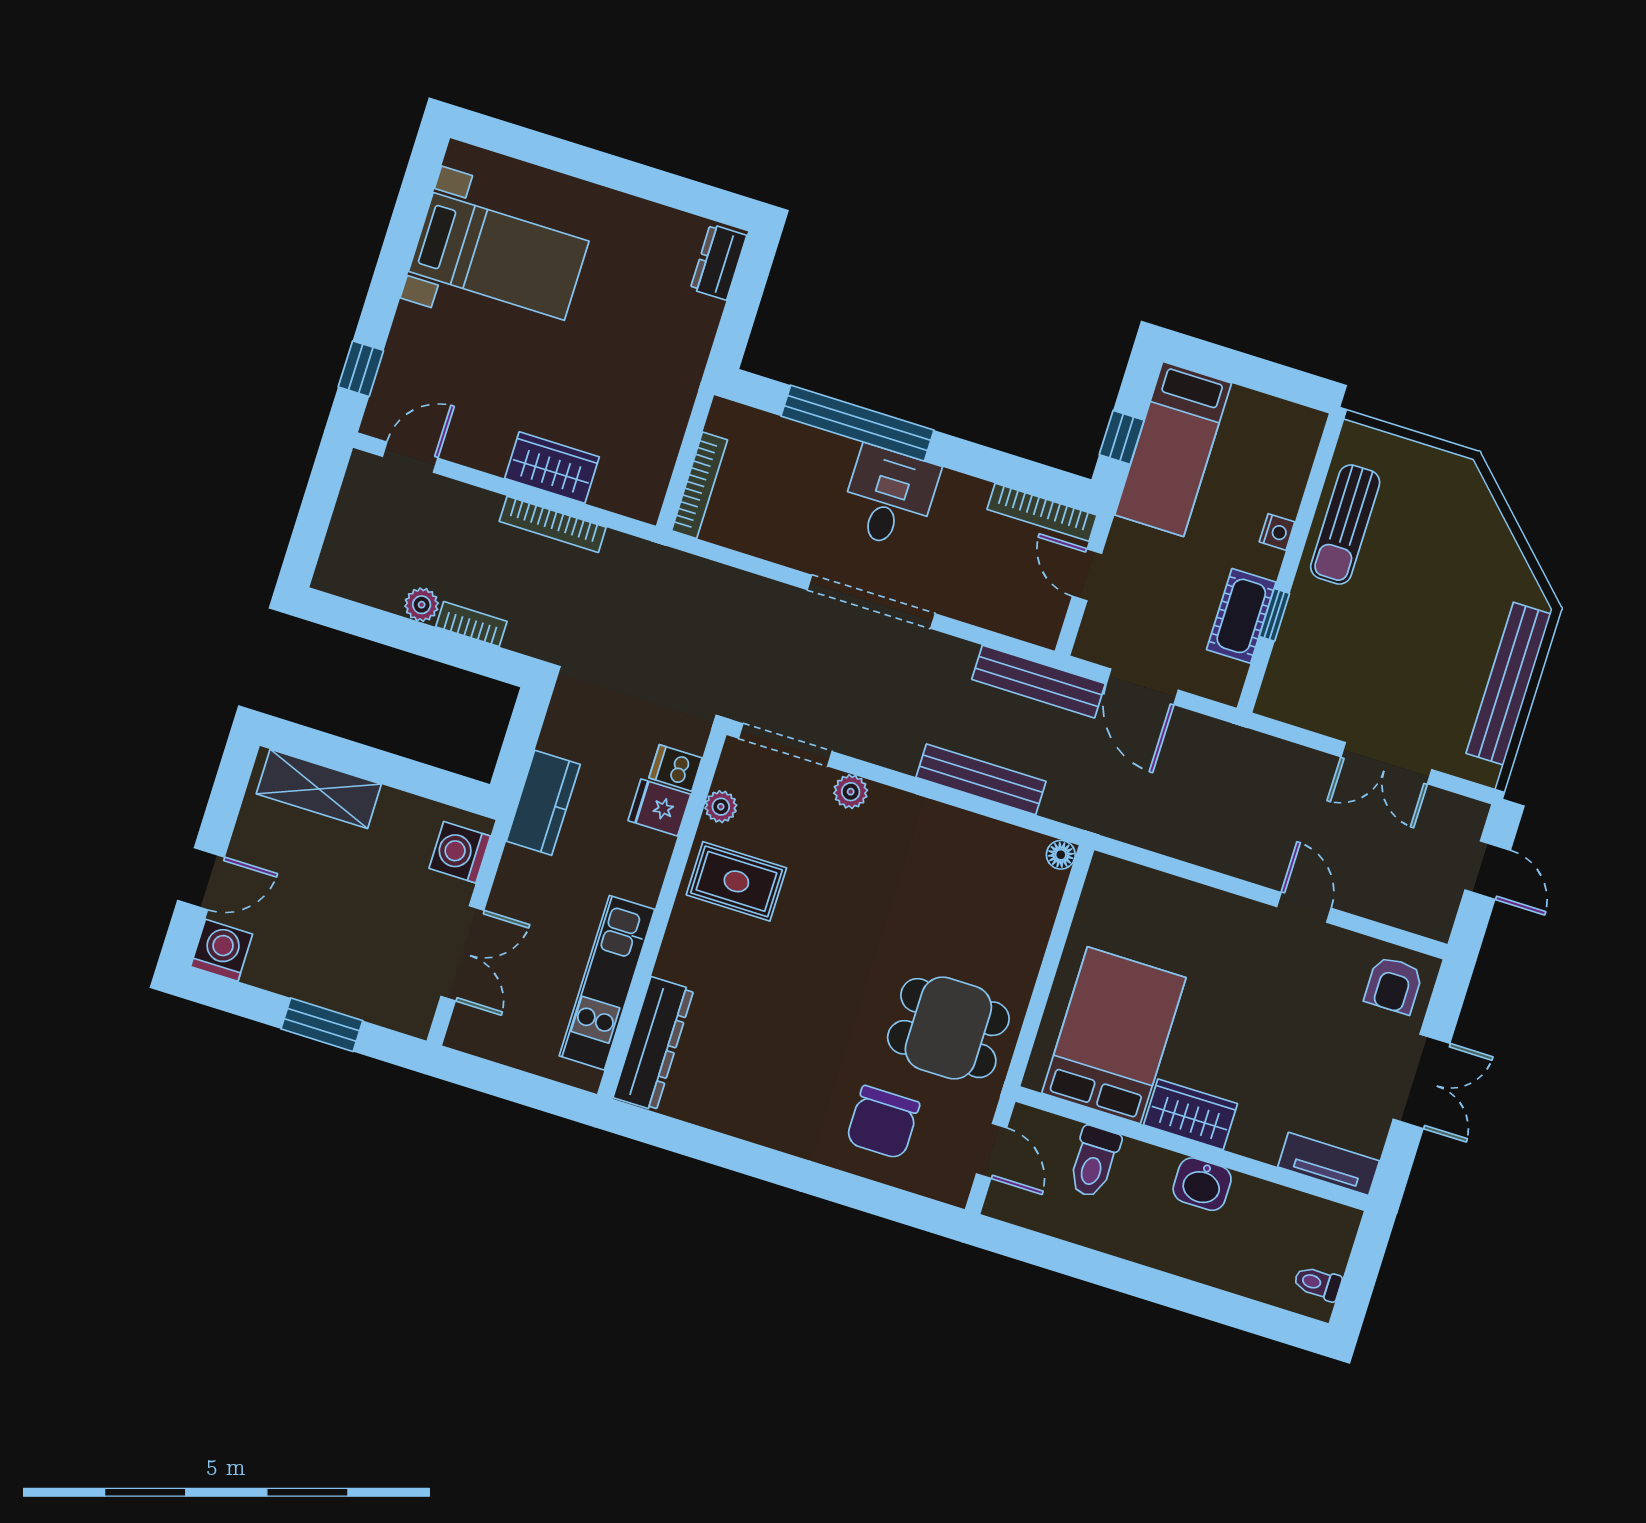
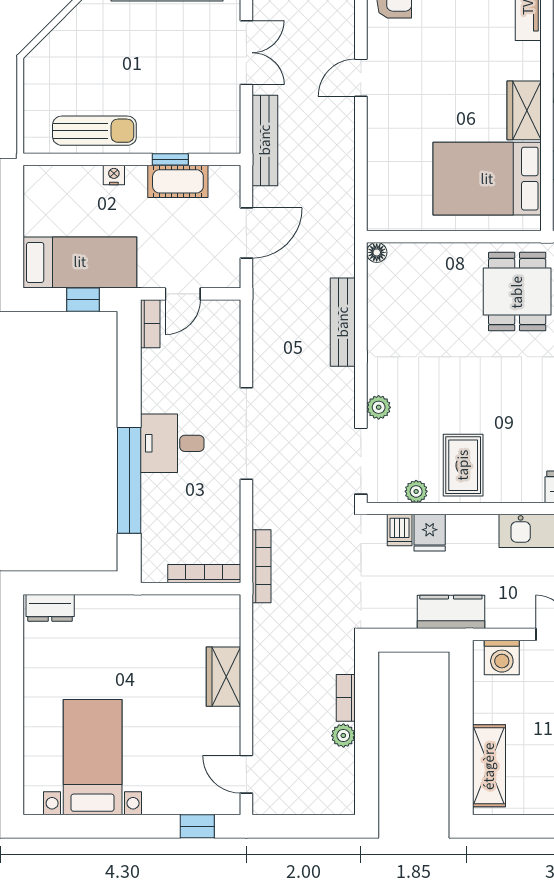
bookcase: (1042, 512) -> (150, 324), width x0.64
bookcase: (553, 524) -> (262, 566), moved
bench: (1039, 682) -> (265, 140), moved

